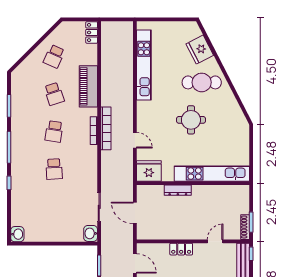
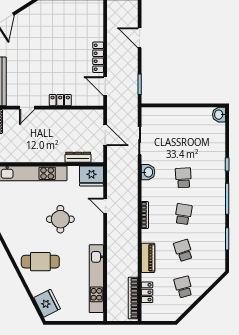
locker: (92, 32) -> (147, 292), moved
fridge: (200, 50) -> (47, 303), moved
school desk: (54, 56) -> (183, 287), turned -39
piano: (88, 86) -> (148, 258), width x0.73, depth x0.75
round table: (191, 120) -> (60, 219), moved
bookcase: (106, 128) -> (133, 298), moved
dresser: (178, 190) -> (78, 157), moved
washbasin: (91, 233) -> (148, 172), moved

